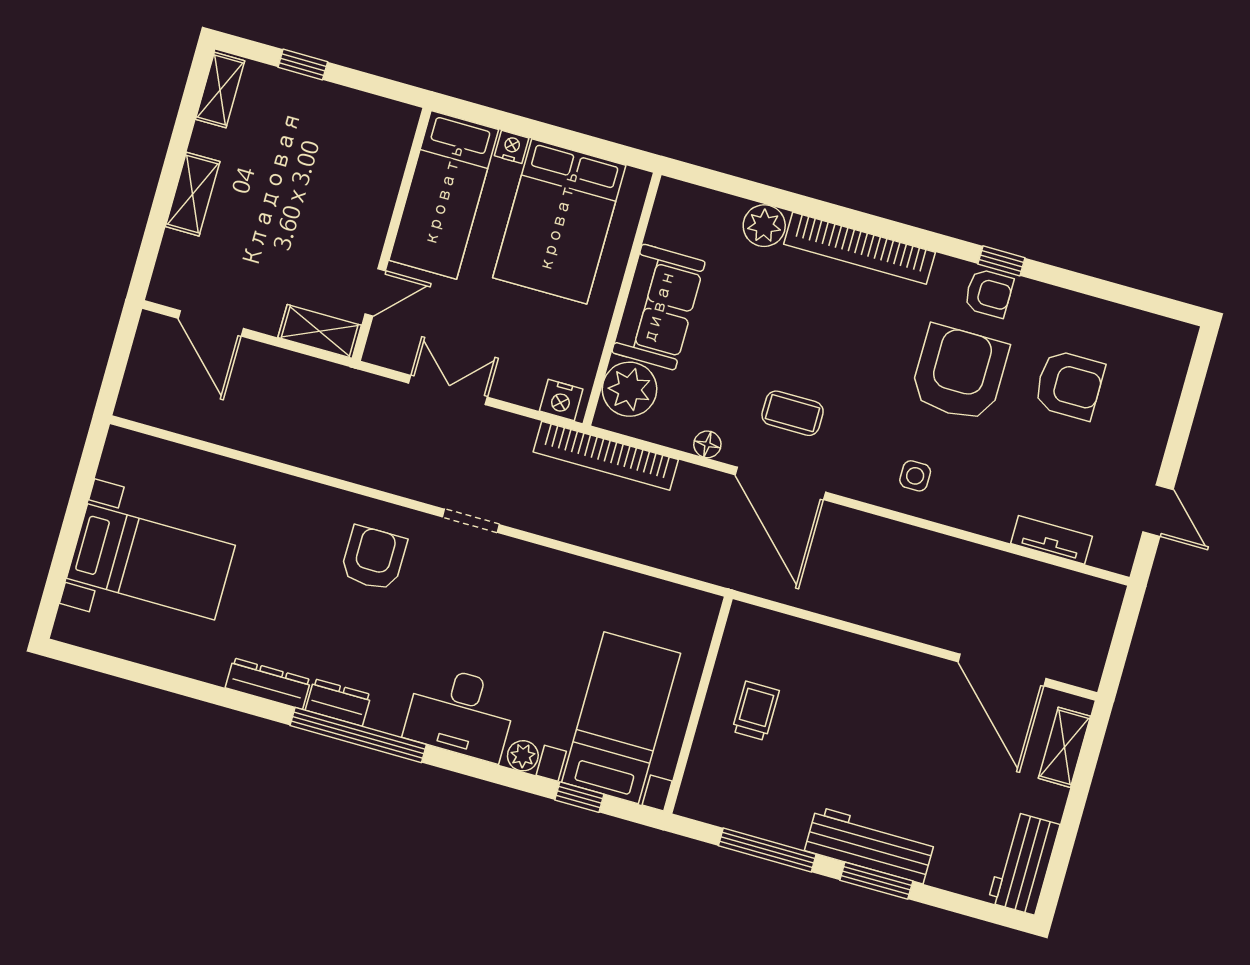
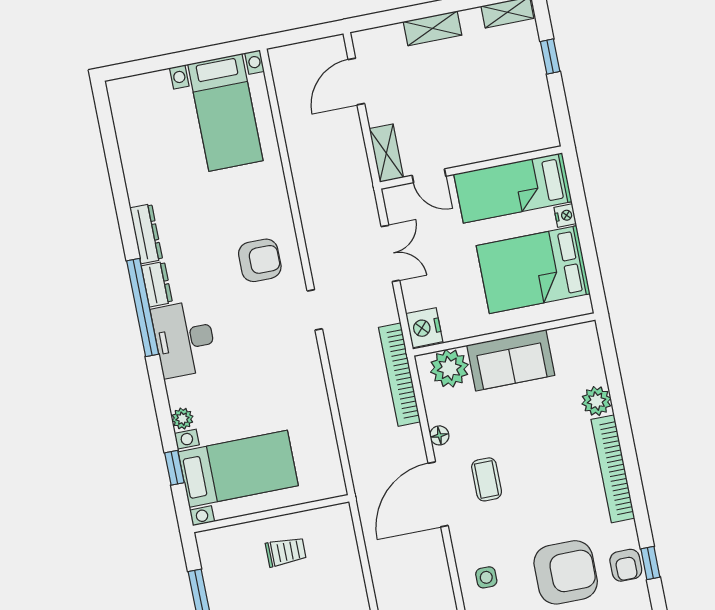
nightstand: (561, 400) -> (424, 328), width x1.36, depth x1.33
bed with nightstands: (151, 562) -> (225, 112), moved
desk: (461, 713) -> (184, 339), moved

